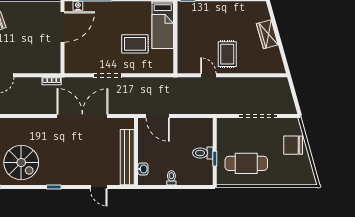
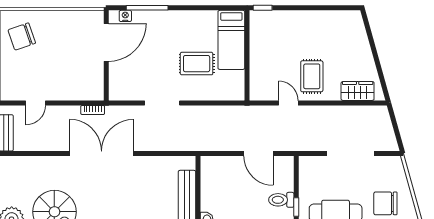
wardrobe: (267, 34) -> (358, 91), moved, turned 106
double door: (82, 116) -> (102, 154), moved
door: (158, 116) -> (258, 154), moved
chair: (293, 145) -> (385, 203), moved

